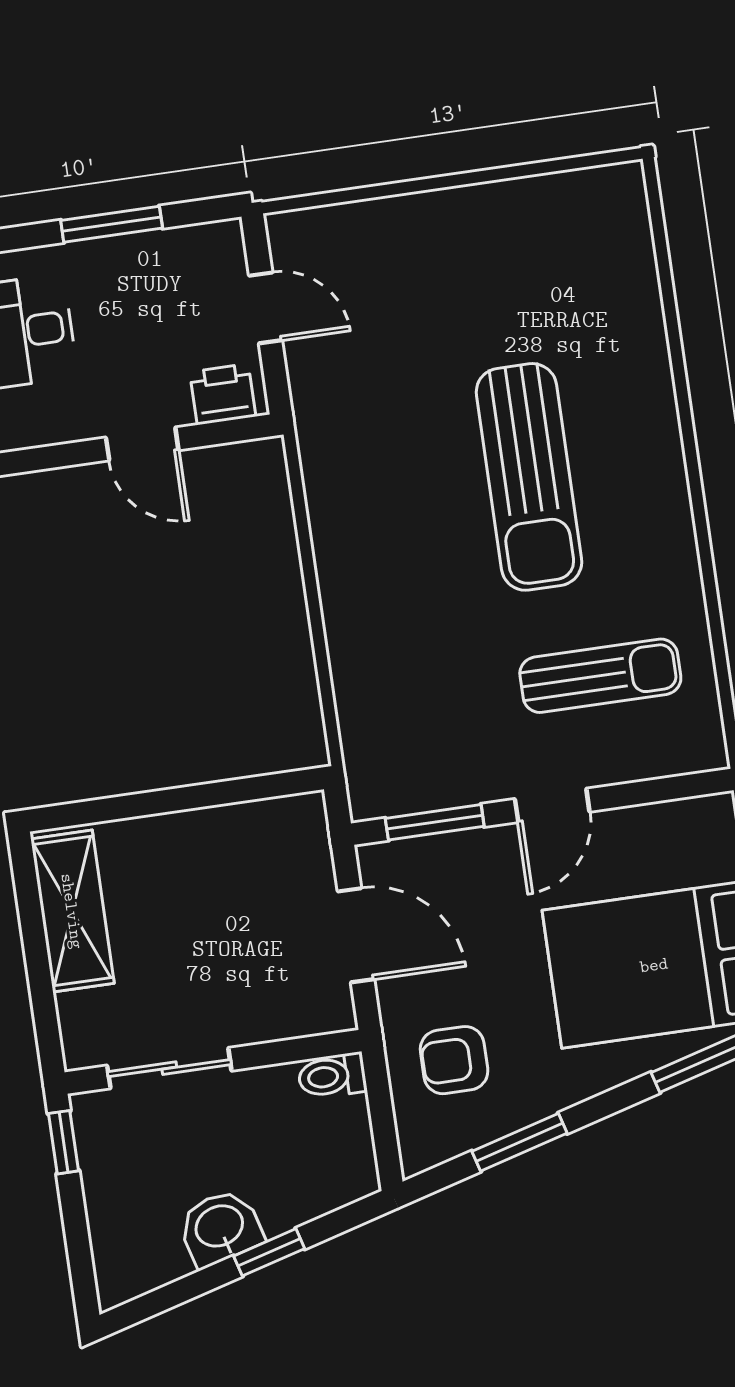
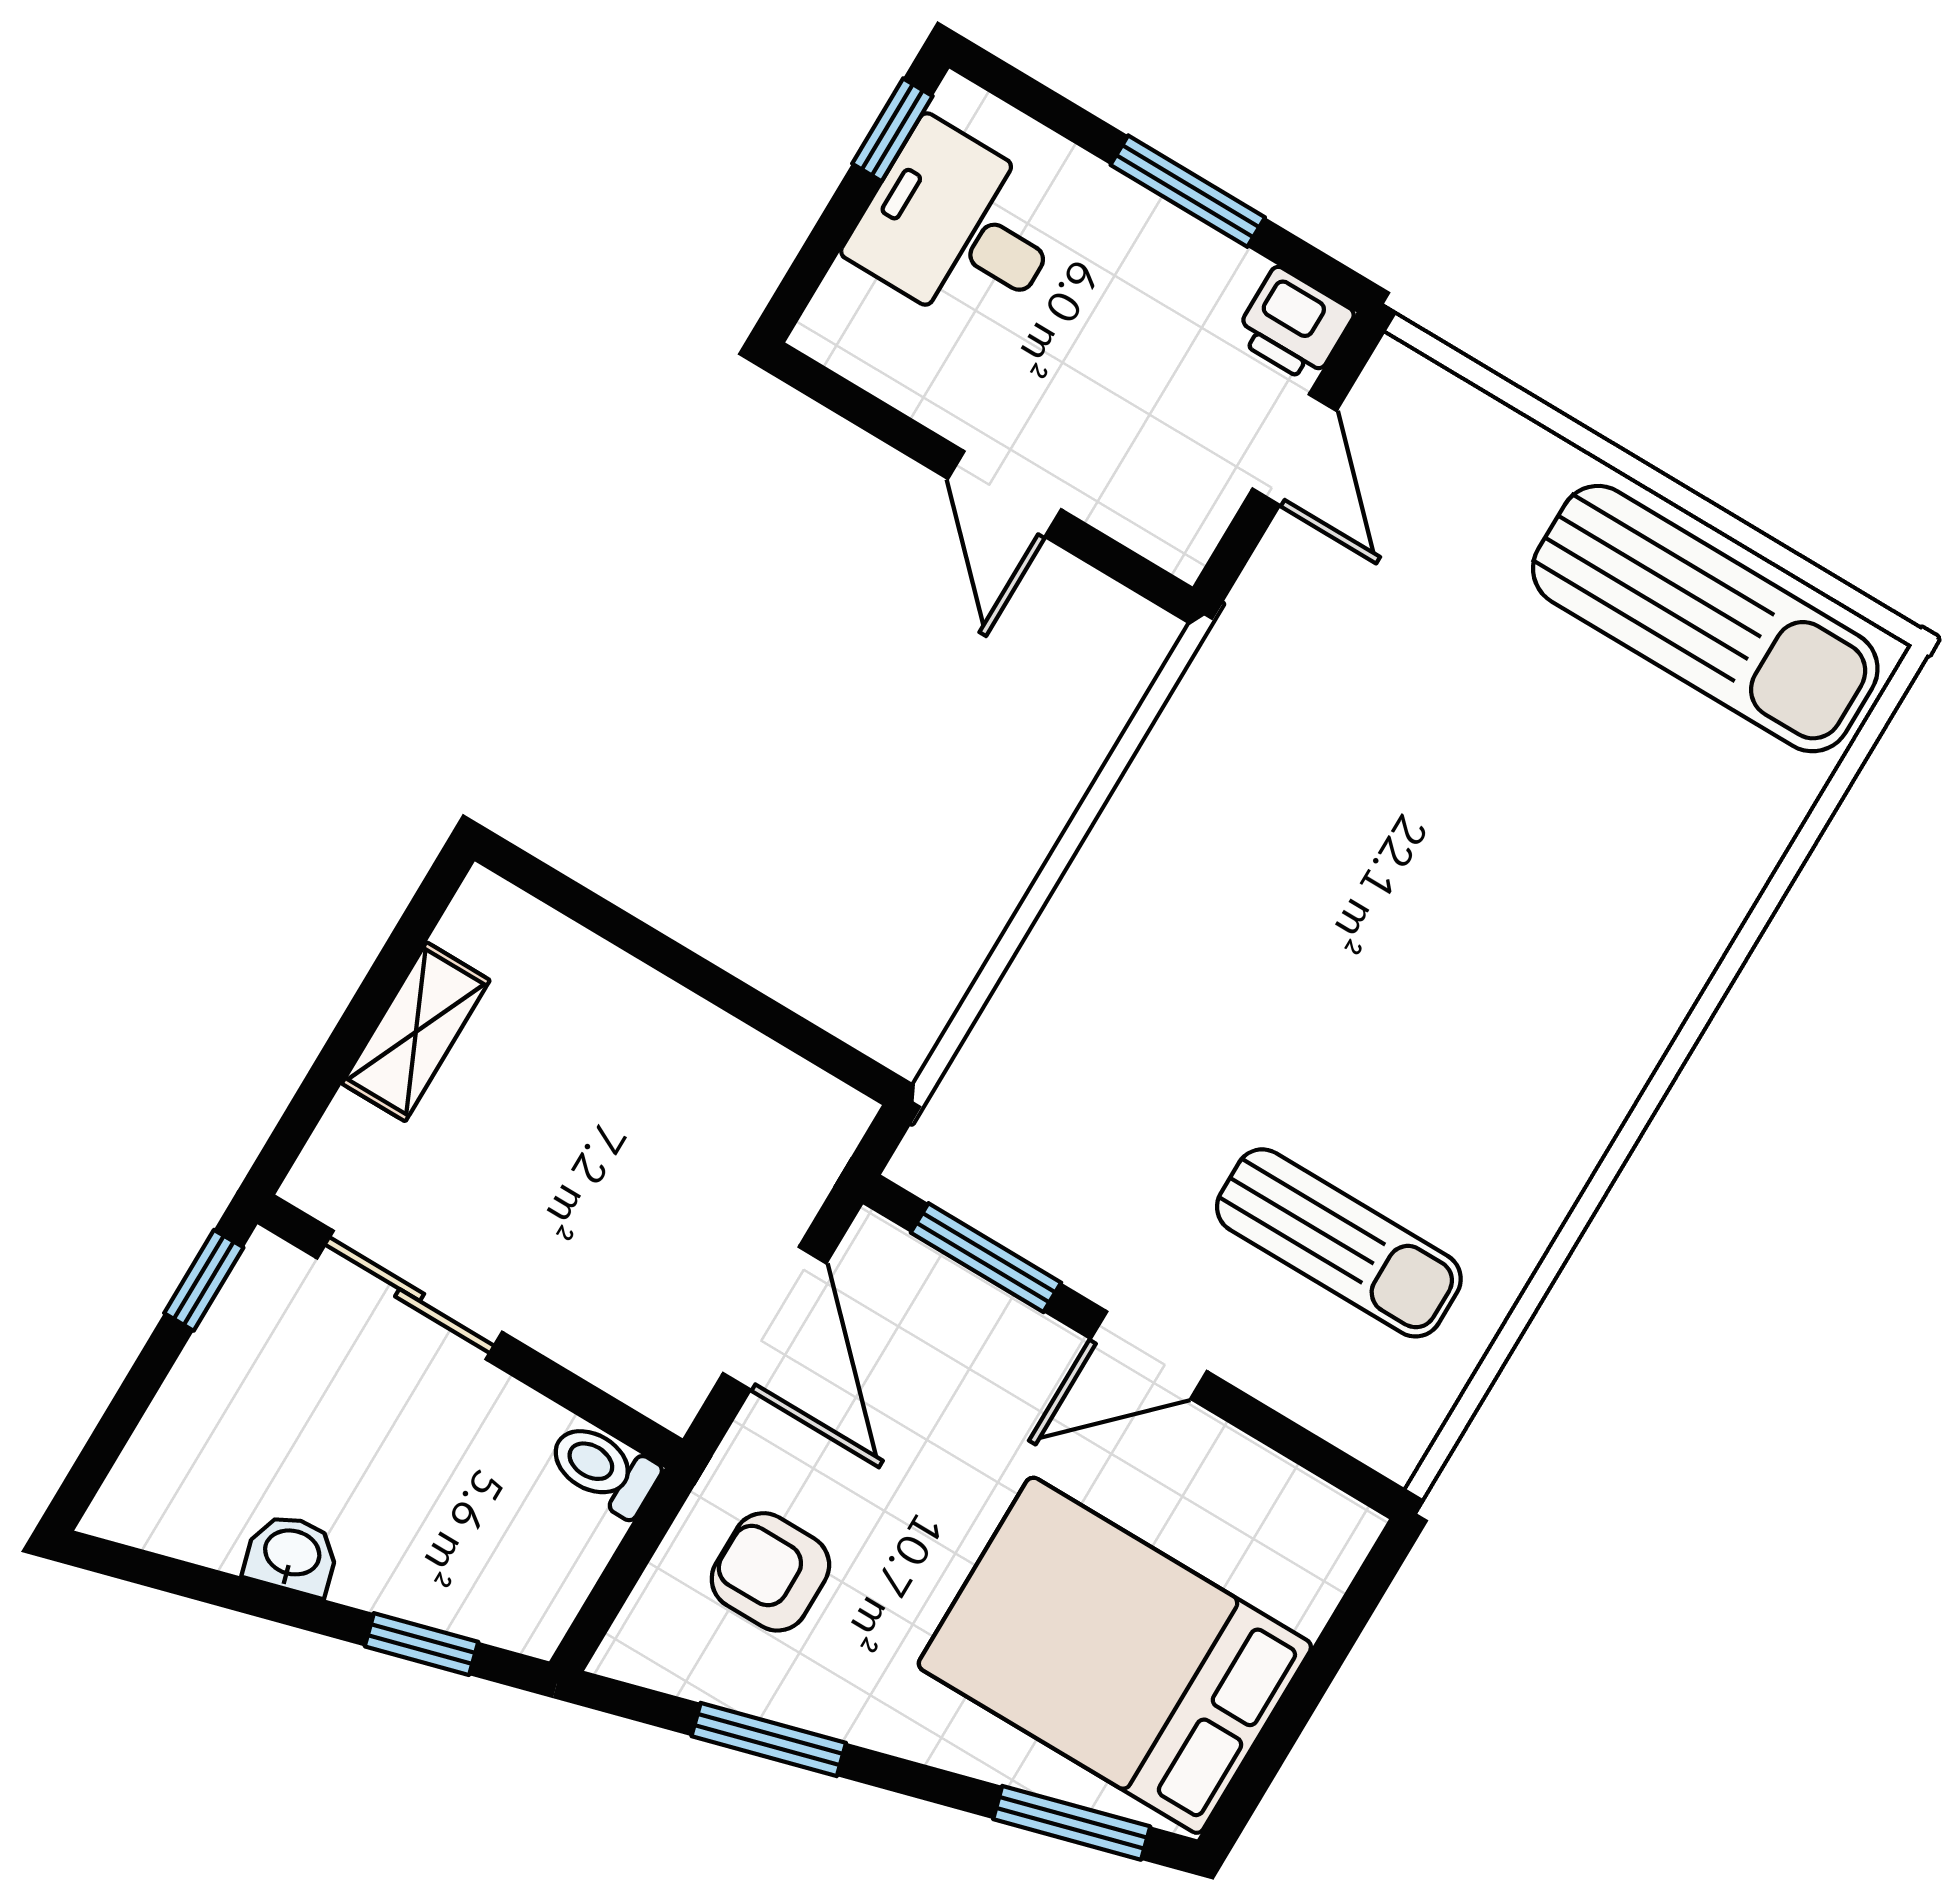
printer: (223, 394) -> (1294, 325), moved, turned 180
sun lounger: (529, 477) -> (1705, 619), moved, turned -90
shelving: (72, 911) -> (416, 1032), width x0.67, depth x0.75
washbasin: (220, 1228) -> (292, 1554), width x0.72, depth x0.69
window: (269, 1252) -> (421, 1644), moved

